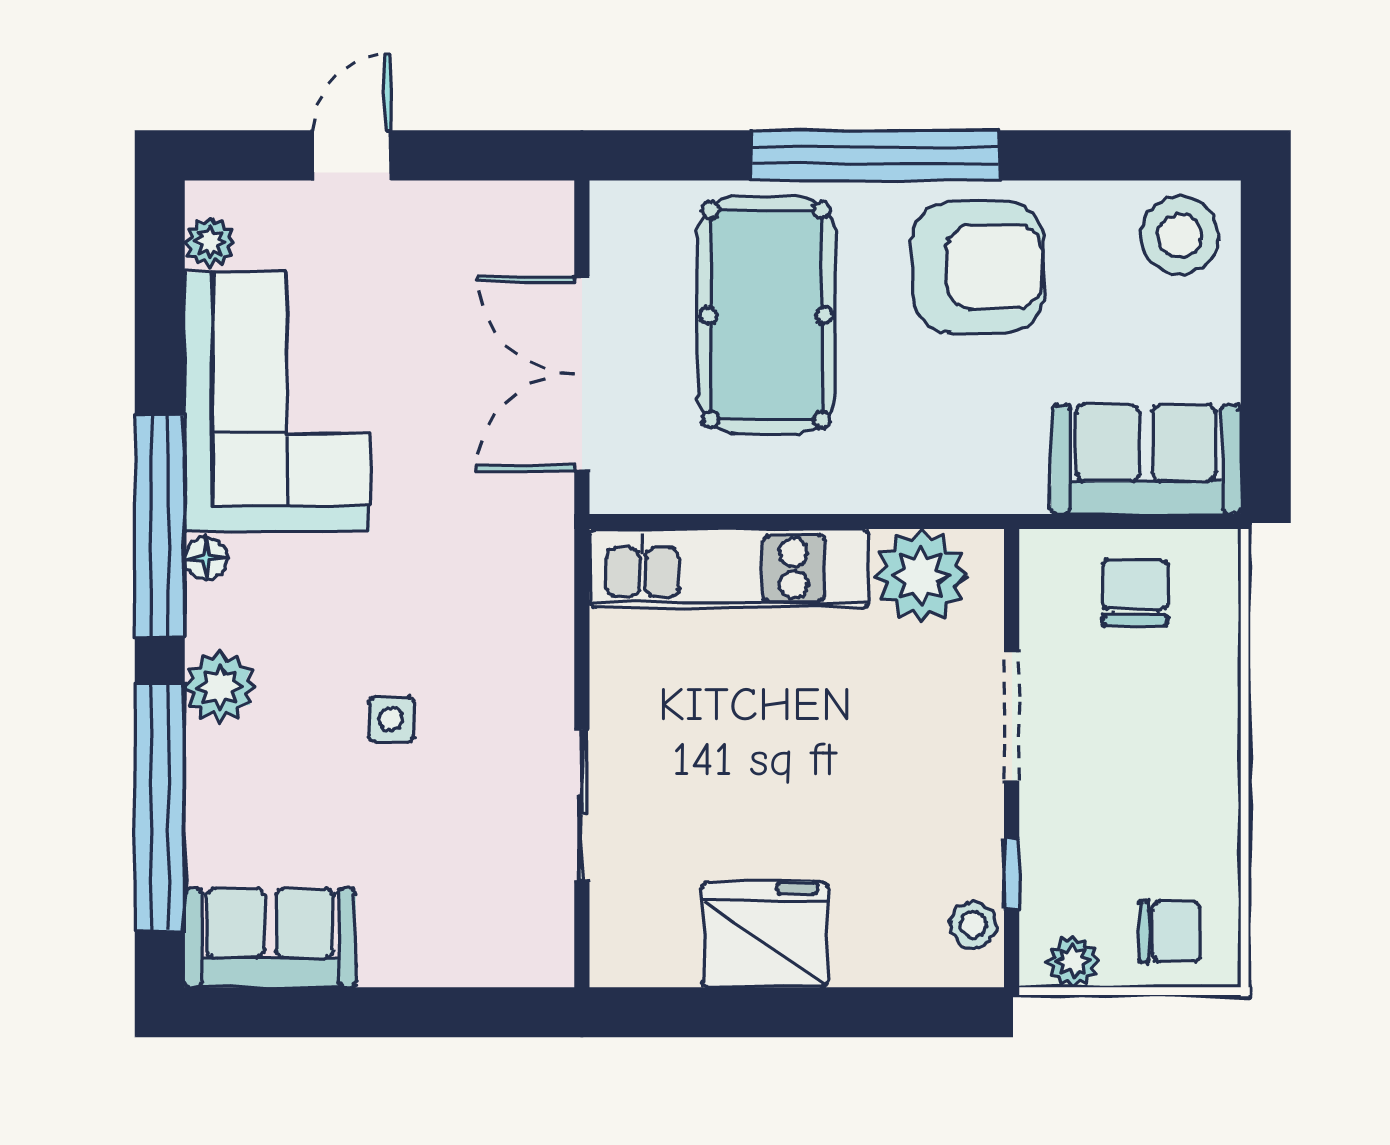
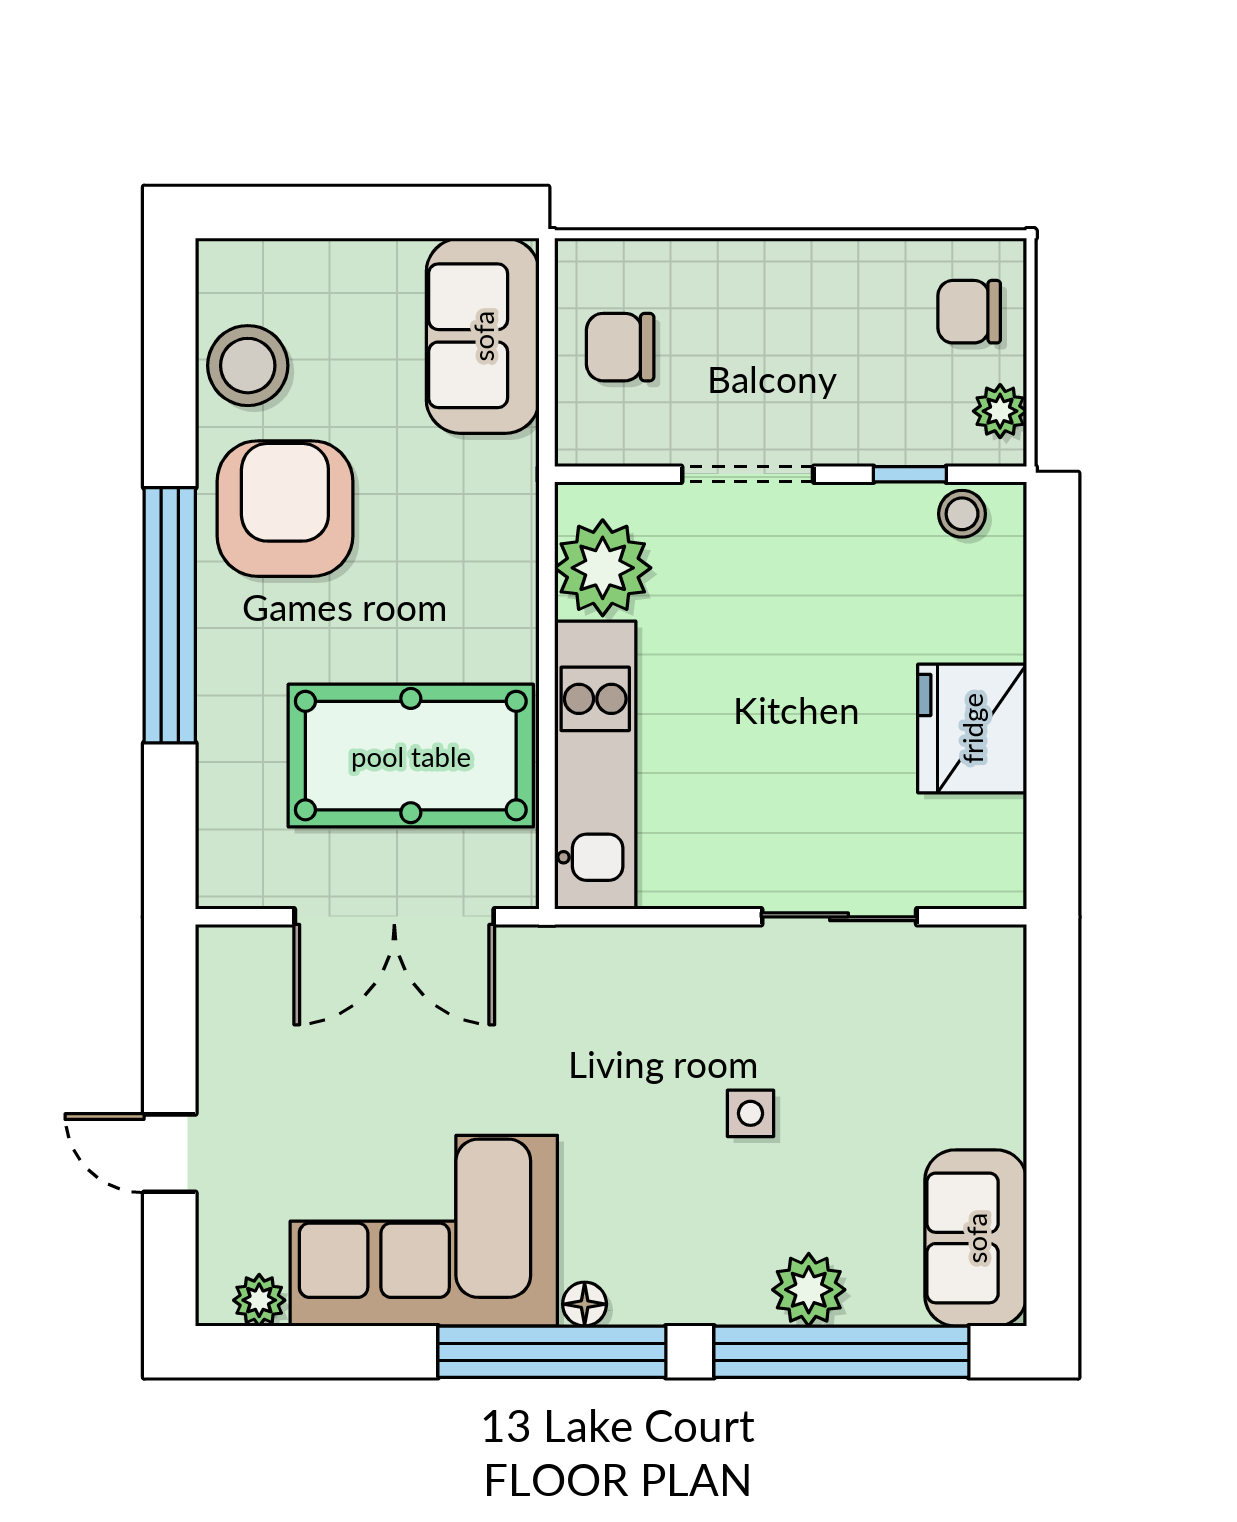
stool: (1180, 236) -> (248, 366), moved
pool table: (766, 315) -> (411, 756), moved
plant: (220, 687) -> (809, 1290), moved
chair: (1169, 931) -> (969, 312), turned -90

